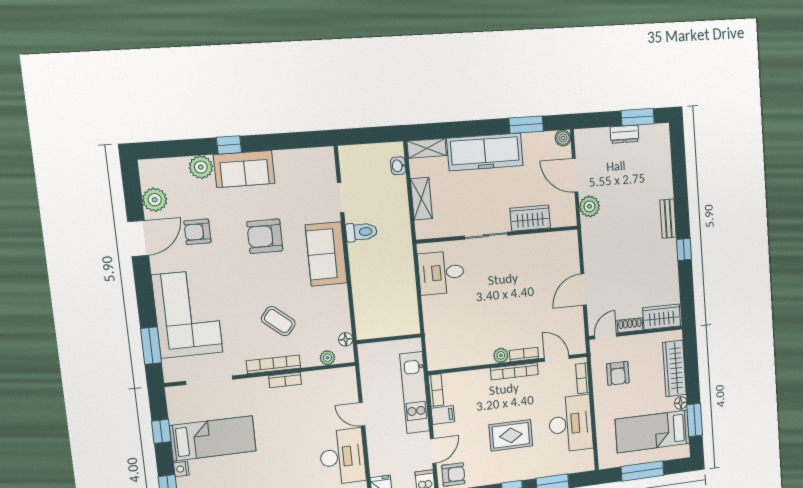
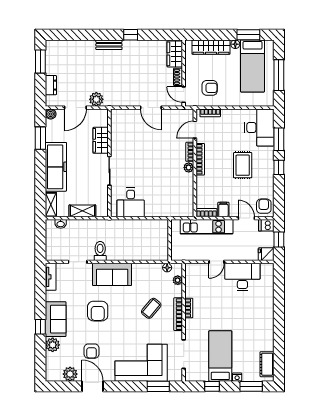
dresser: (625, 134) -> (51, 85), moved
tv unit: (312, 156) -> (51, 277), added
desk: (571, 424) -> (259, 127), moved, turned 90

